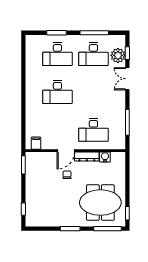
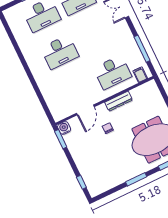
filing cabinet: (36, 143) -> (140, 75), moved
door: (66, 151) -> (85, 110), moved
water cooler: (105, 157) -> (64, 128), moved

